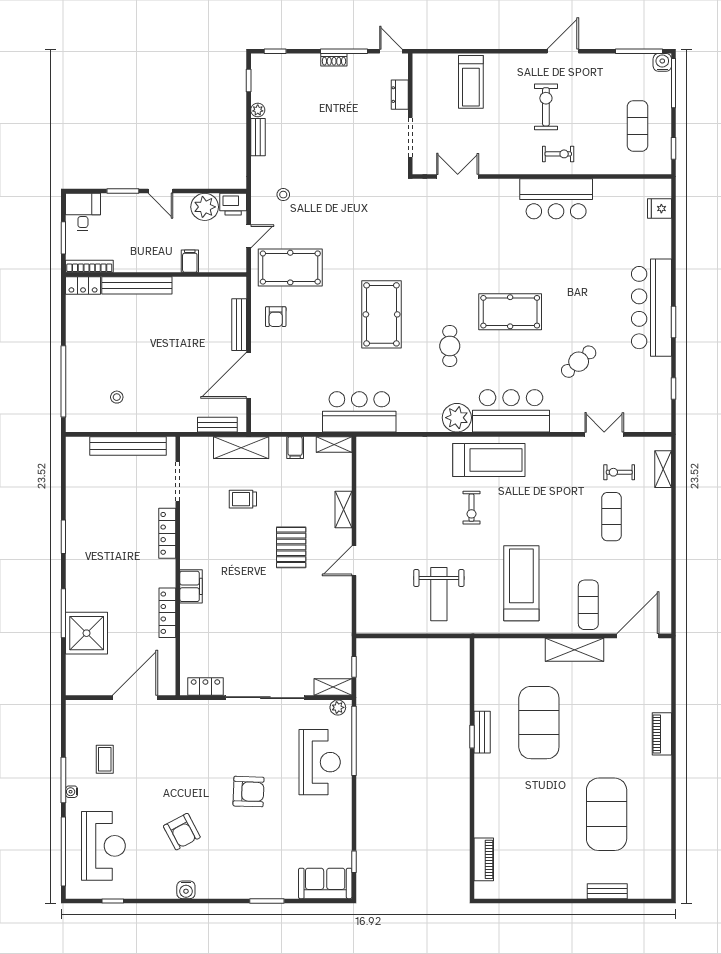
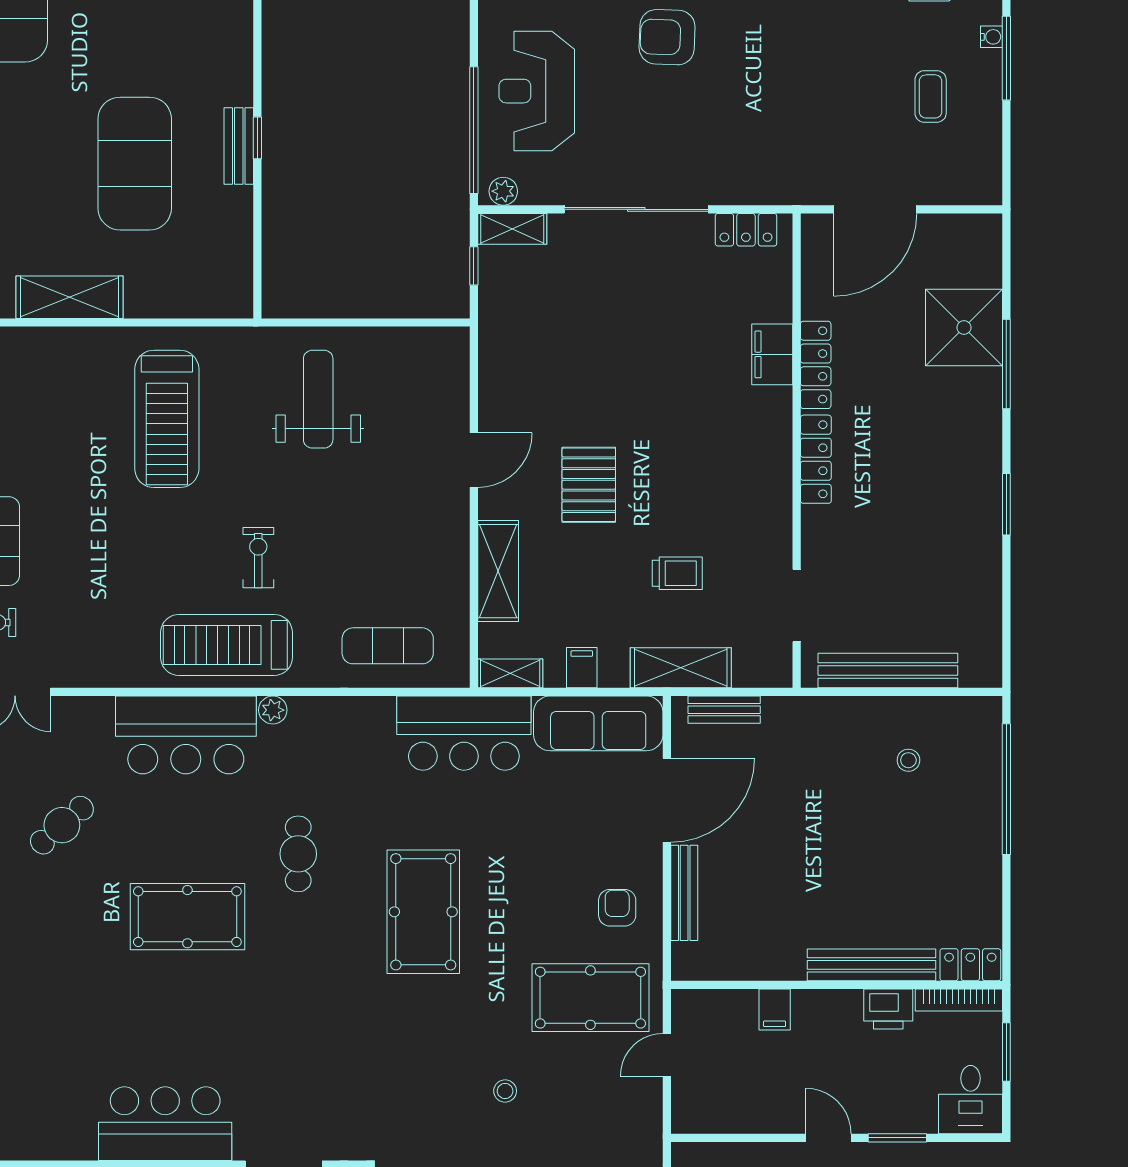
stool: (283, 195) -> (505, 1091), moved
bar counter: (556, 199) -> (165, 1124), moved
printer: (233, 204) -> (888, 1009), moved, turned 180
plant: (205, 207) -> (747, 1109), removed
sofa: (286, 417) -> (598, 723), added
plant: (457, 418) -> (273, 710), width x0.53, depth x0.53
shelving: (343, 509) -> (498, 571), width x1.50, depth x1.33
locker: (167, 533) -> (816, 459), moved
filing cabinet: (191, 586) -> (772, 354), moved
exercise mat: (588, 605) -> (388, 646), moved, turned 90

